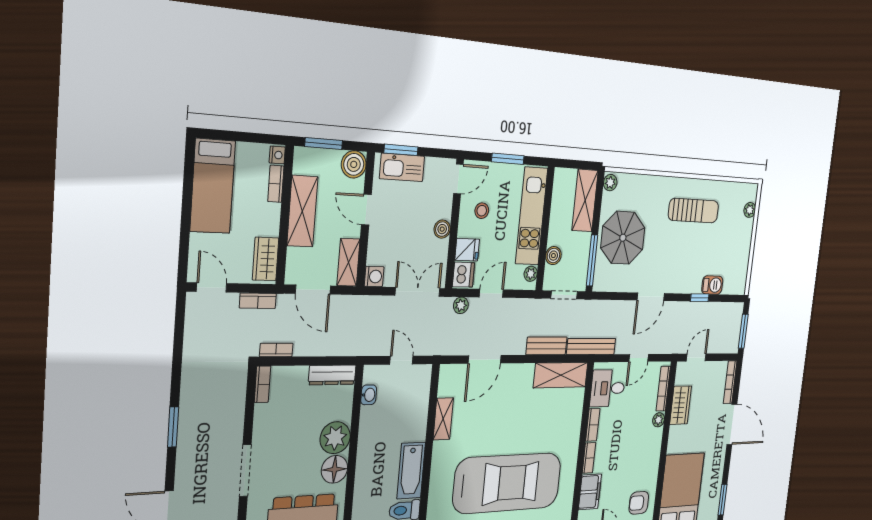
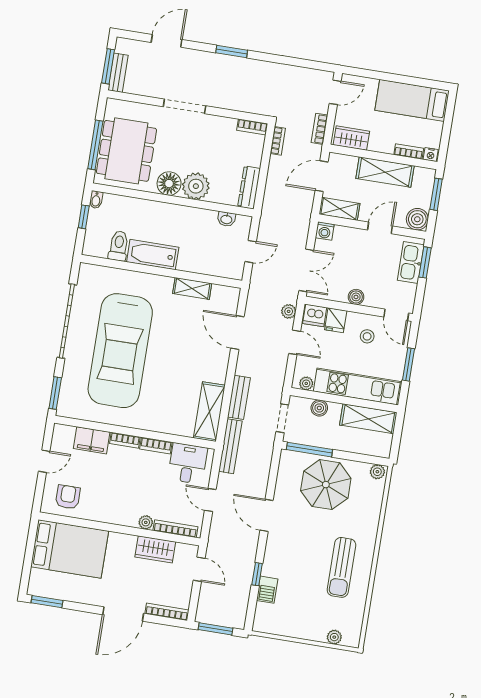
shelving: (585, 200) -> (368, 419), moved

